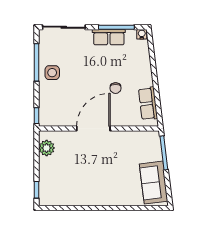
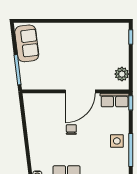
chair: (116, 88) -> (71, 130), moved
row of seats: (148, 104) -> (115, 100), moved, turned 97

